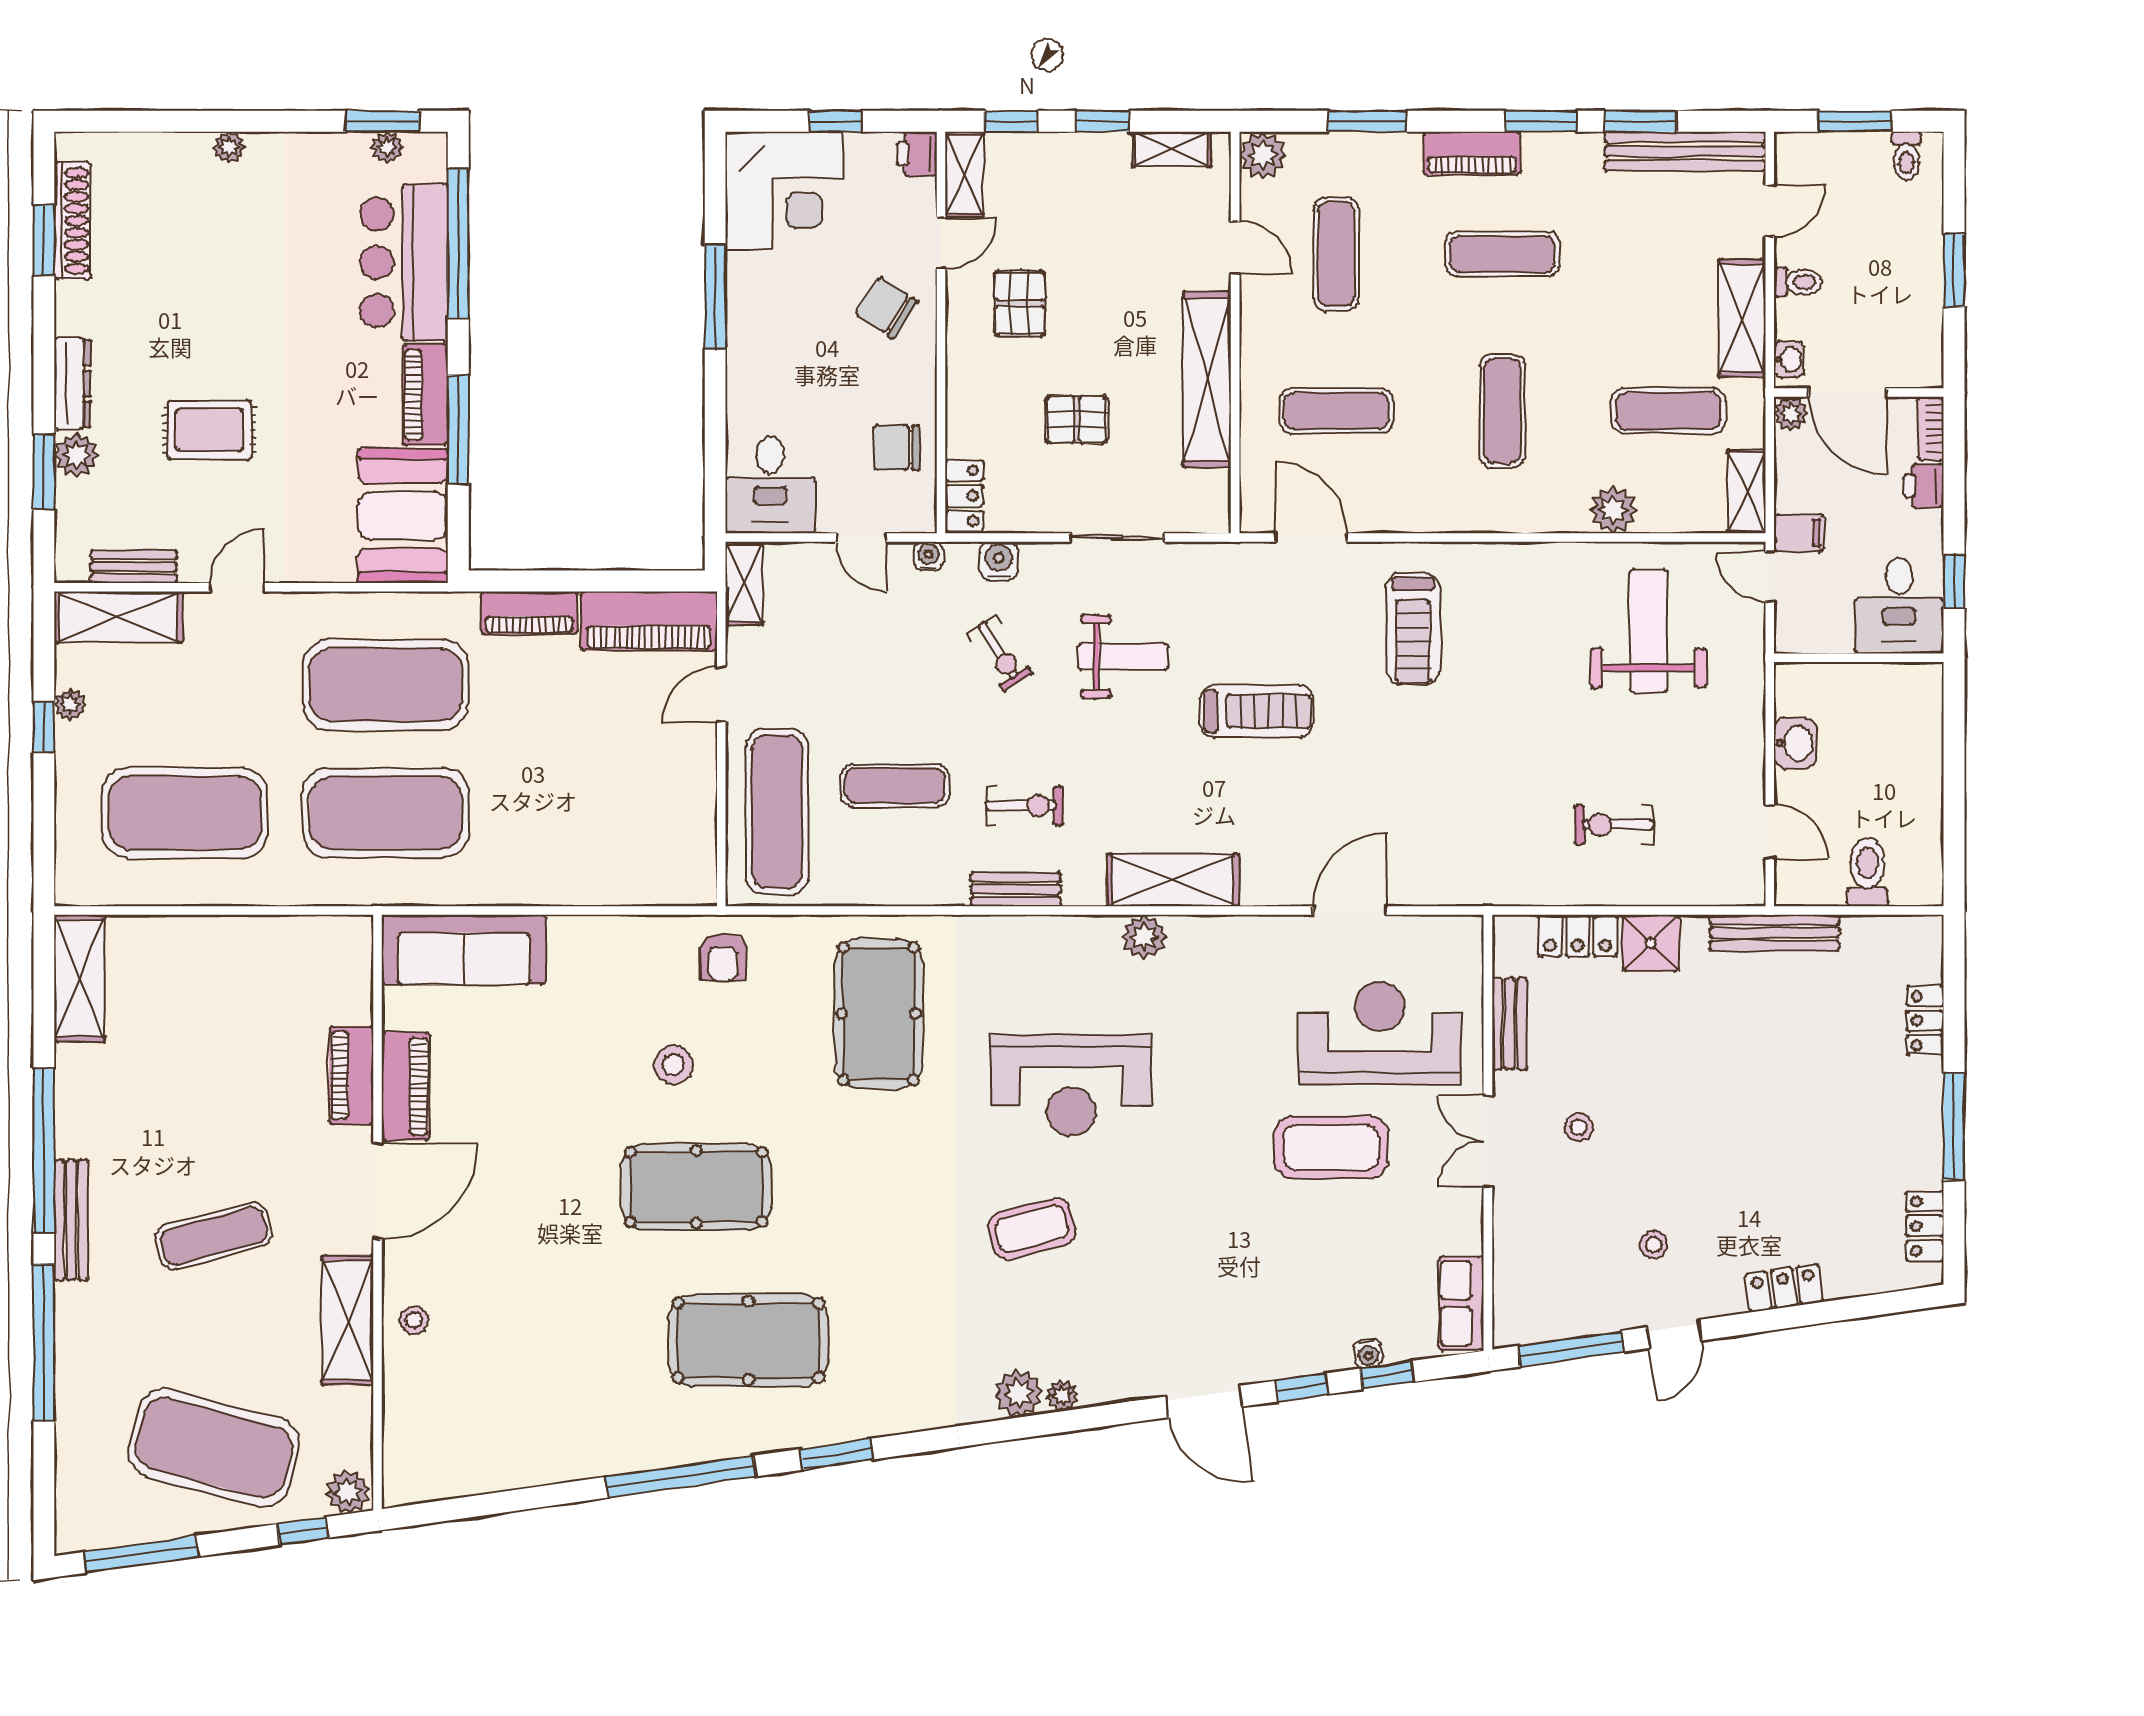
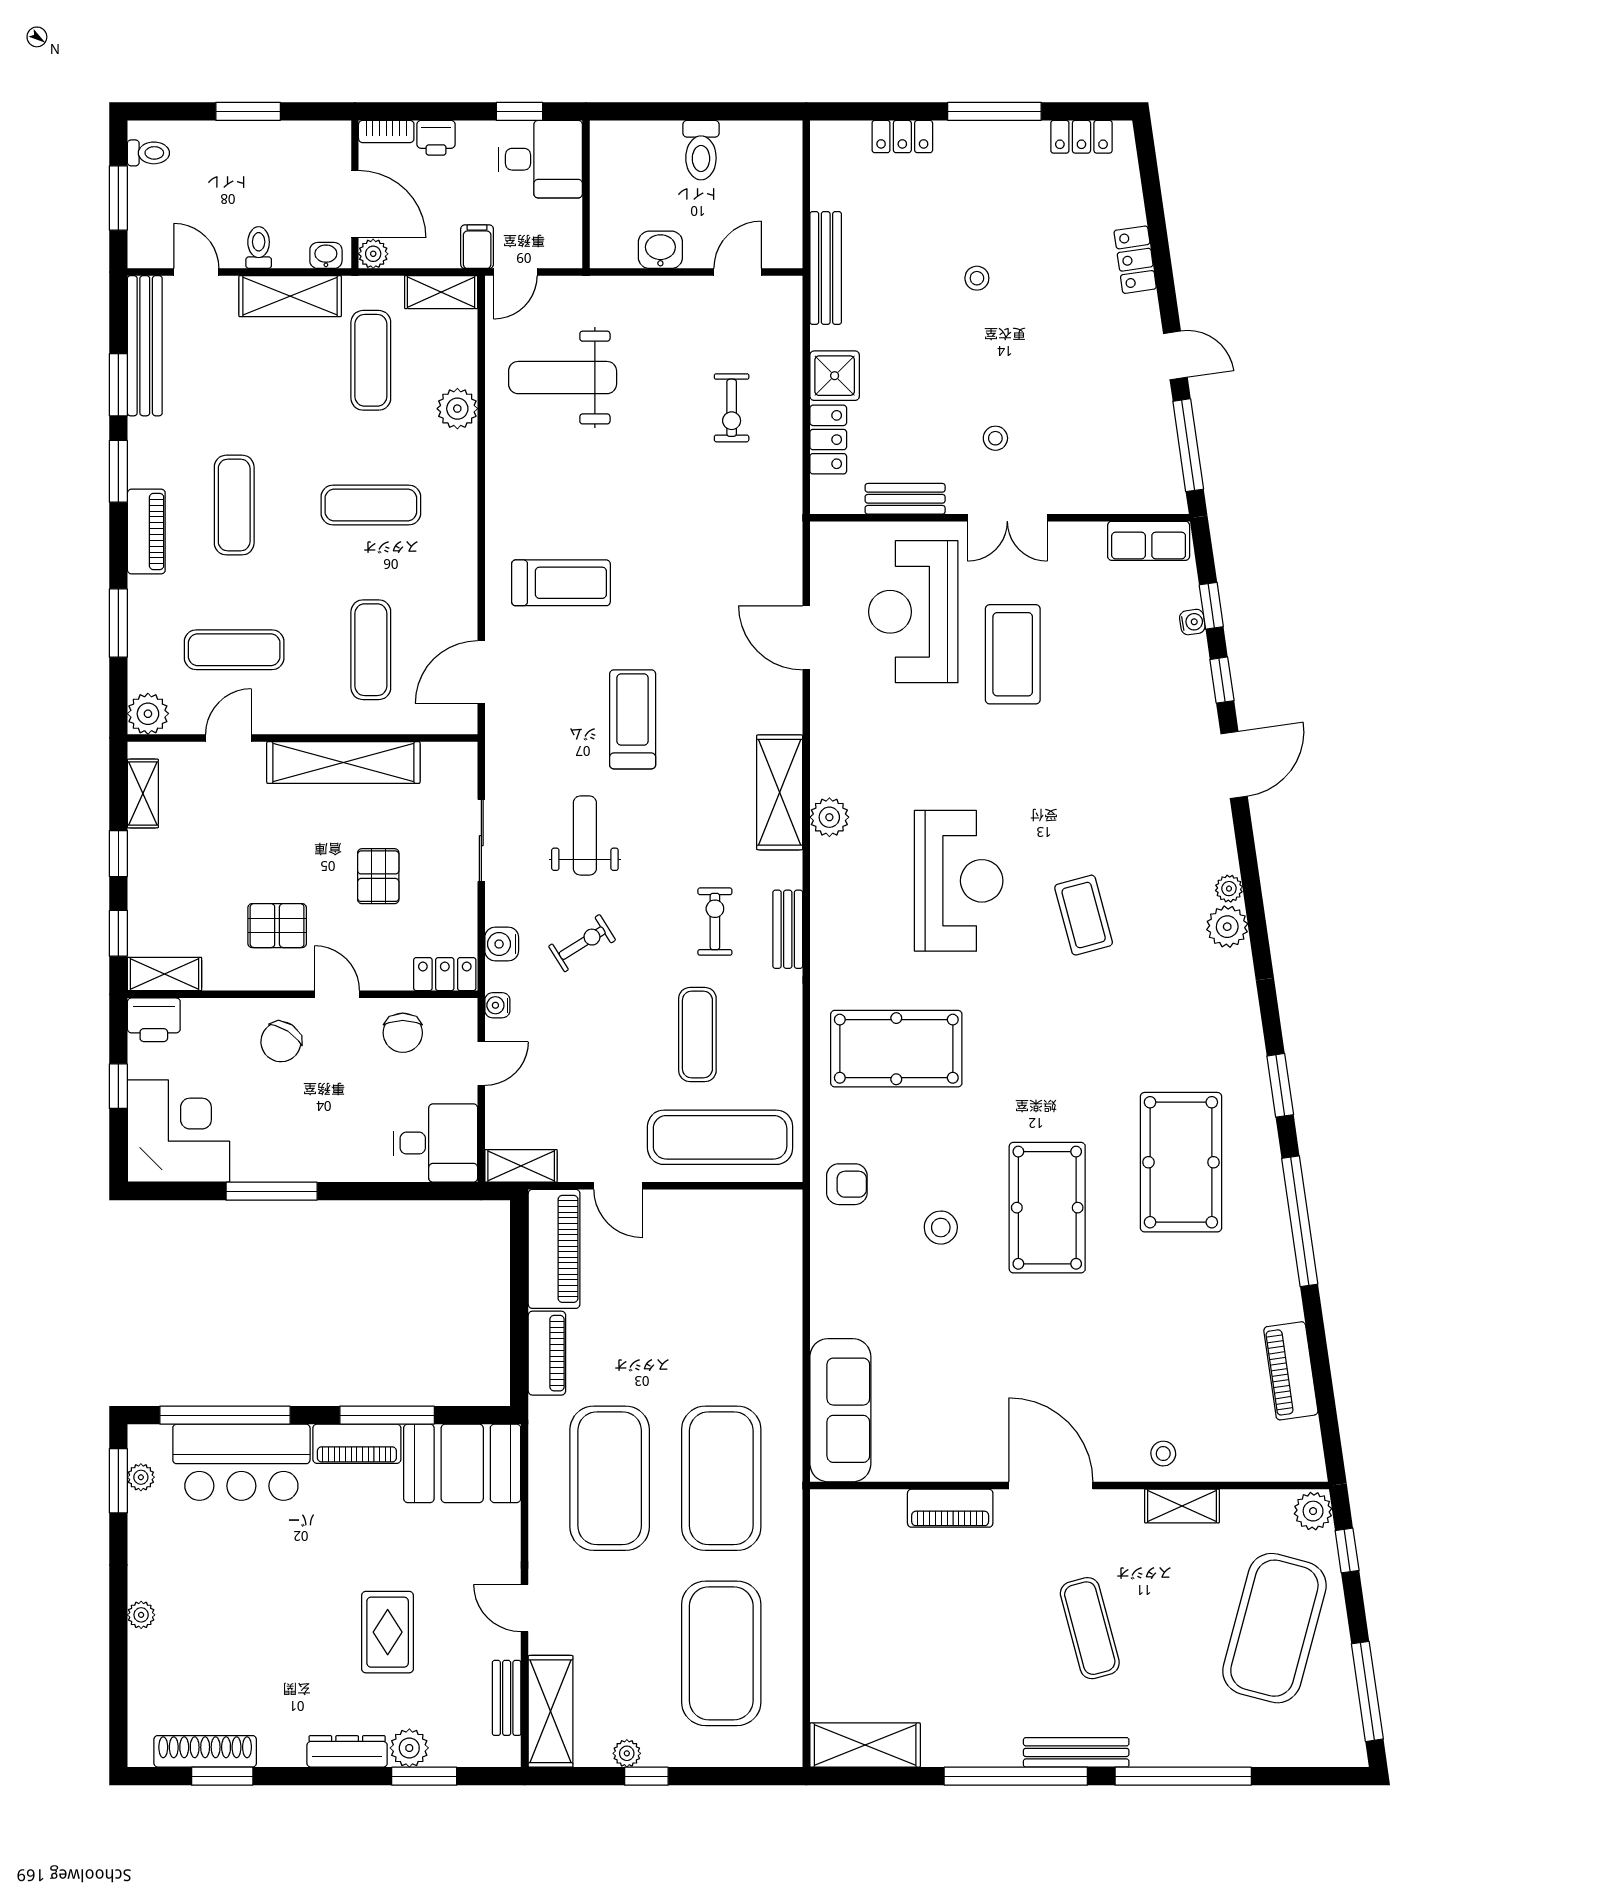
printer: (917, 154) -> (154, 1020), width x1.36, depth x1.24
door: (941, 243) -> (337, 994), moved
door: (1848, 393) -> (355, 204), hinge flipped
toilet: (1868, 872) -> (701, 150), moved, turned -90
piano: (406, 1086) -> (1291, 1371), moved, turned -98
stool: (1654, 1245) -> (977, 278), moved
shelving: (347, 1320) -> (1182, 1506), width x0.67, depth x0.75

